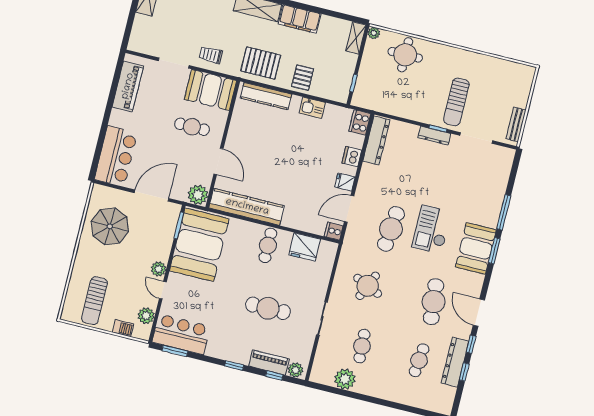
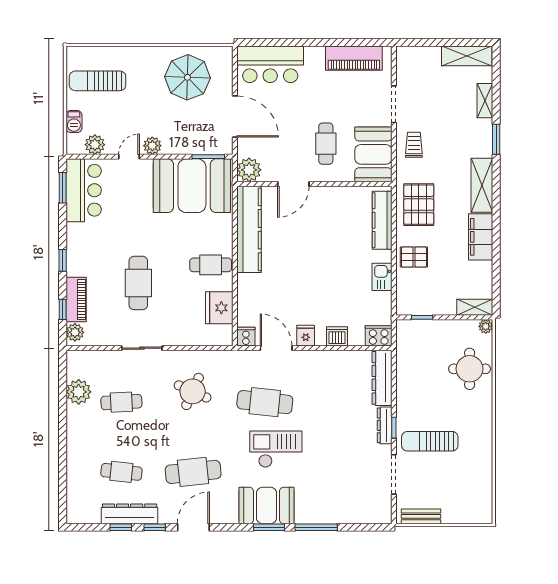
dresser: (376, 140) -> (382, 378), moved, turned 90

